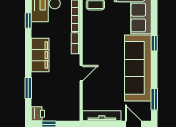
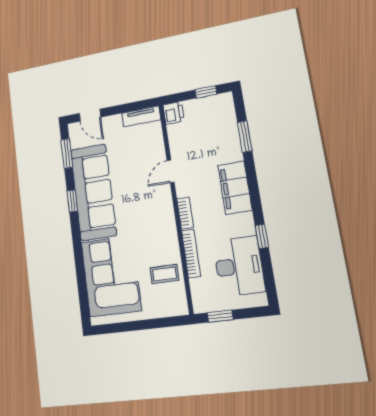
window: (154, 43) -> (72, 201), moved
printer: (38, 114) -> (174, 113), moved, turned 180
tv unit: (102, 116) -> (141, 116), width x0.71

